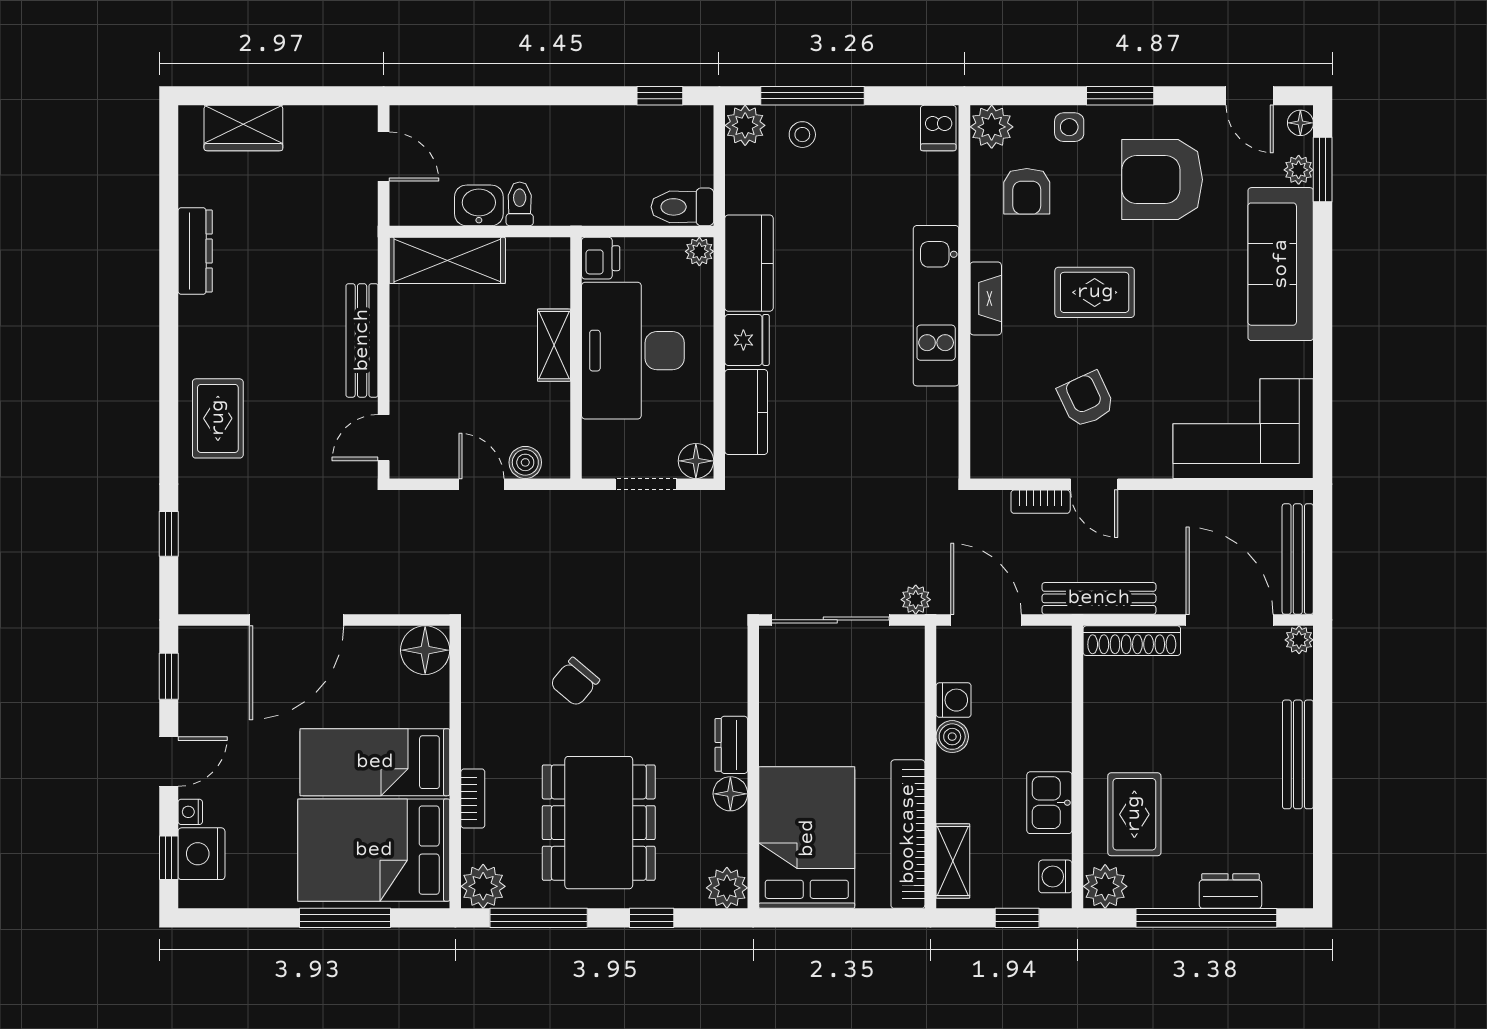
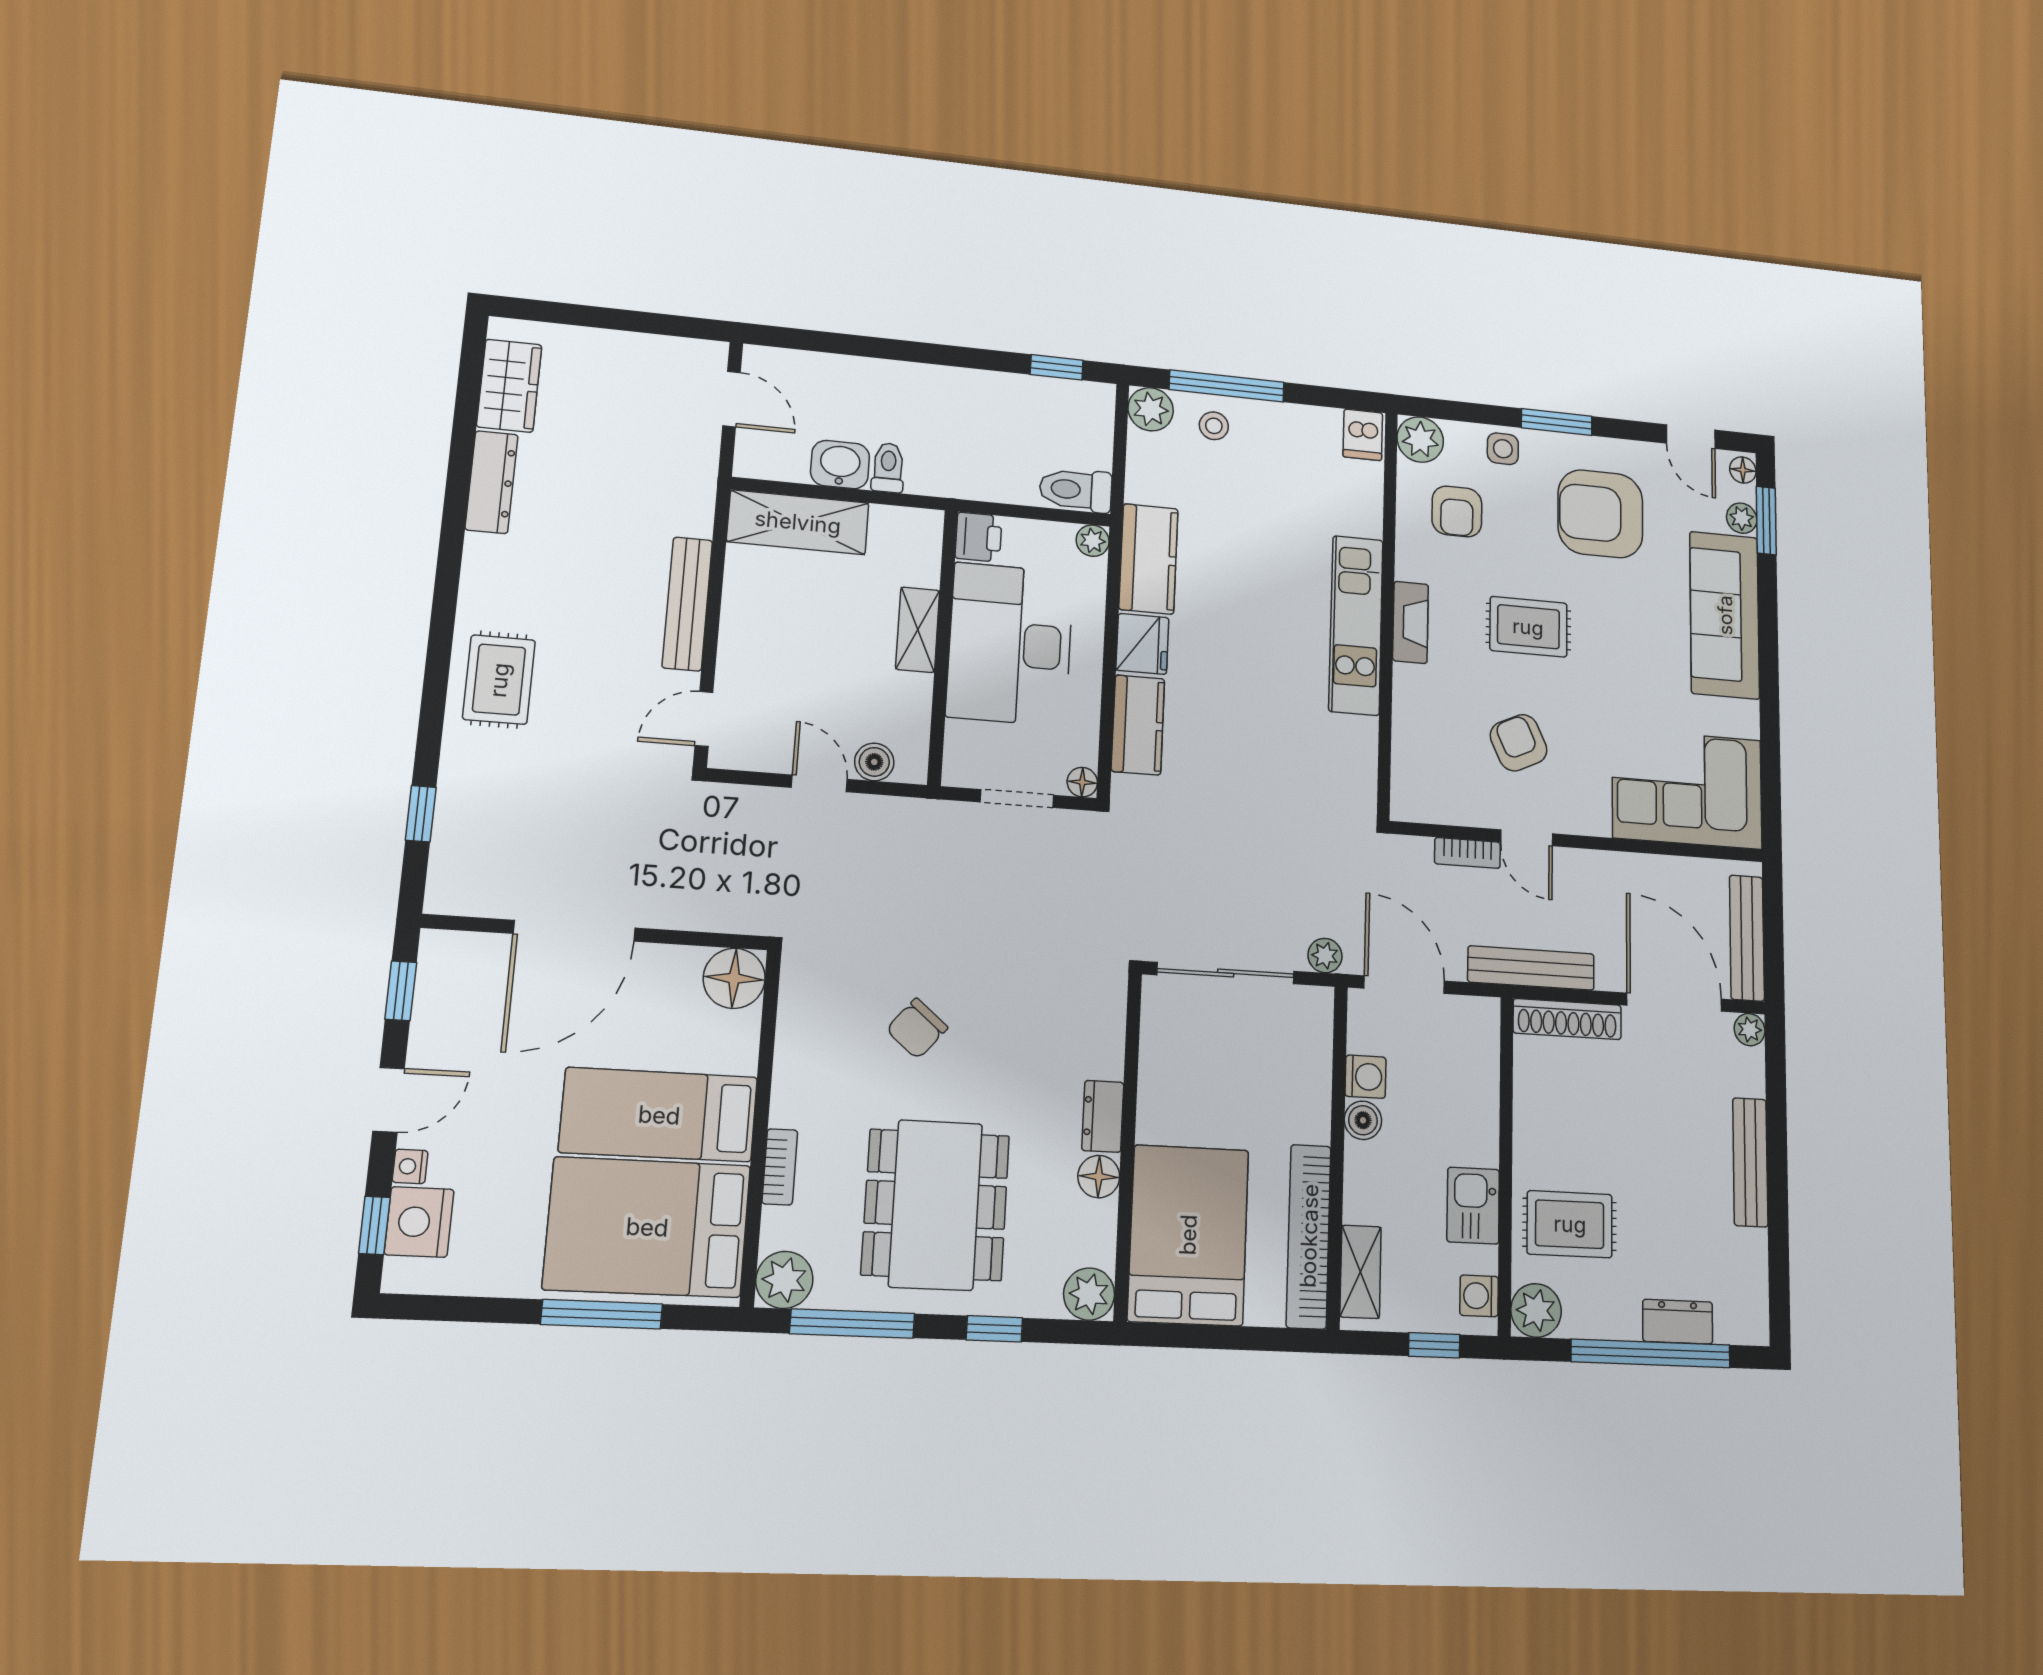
wardrobe: (243, 128) -> (509, 386), moved, turned -90
floor lamp: (696, 461) -> (1082, 782), width x0.73, depth x0.73
rug: (1134, 814) -> (1570, 1224), turned 90

